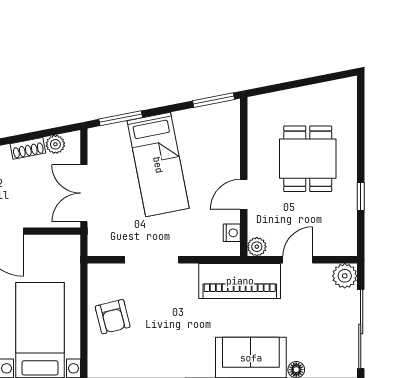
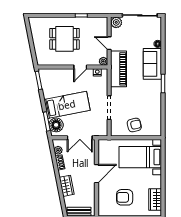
floor lamp: (113, 140) -> (56, 125), added
door: (244, 194) -> (80, 67), hinge flipped

